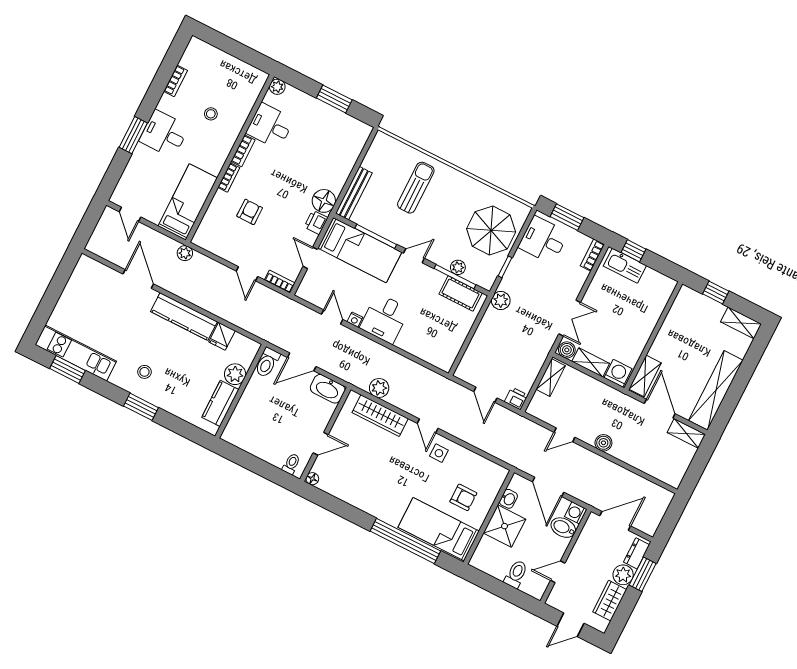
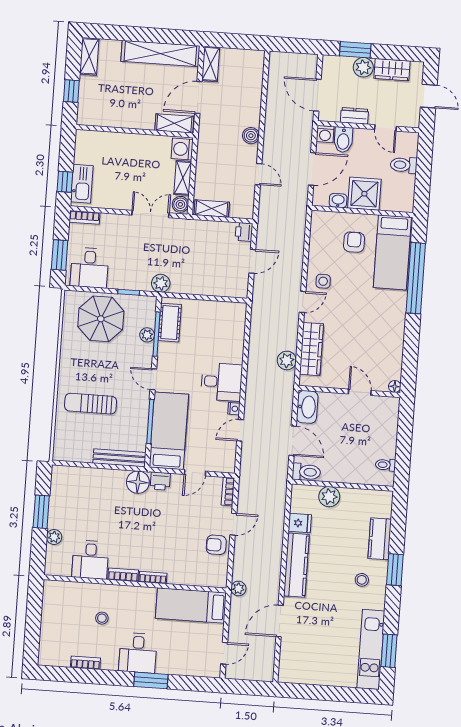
plant: (277, 87) -> (54, 537), moved
armchair: (250, 212) -> (216, 545), moved
kitchen counter: (220, 403) -> (380, 539), moved, turned 90
toilet: (291, 464) -> (385, 465), moved
dresser: (637, 553) -> (354, 116), moved, turned 180

